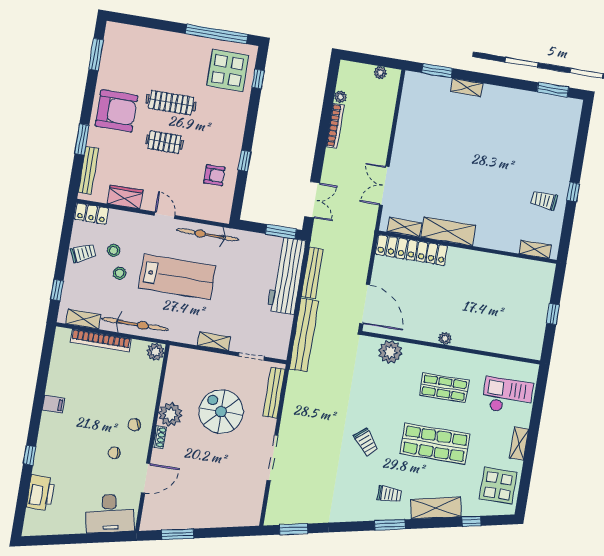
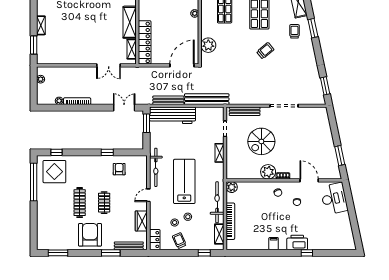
printer: (41, 493) -> (297, 242), moved

